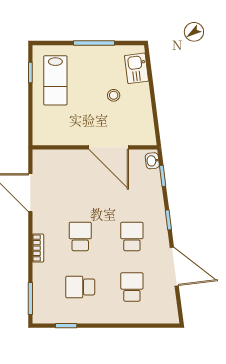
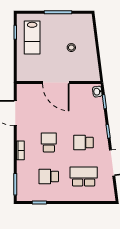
kitchen sink: (136, 68) -> (87, 29), removed
door: (109, 147) -> (56, 83), moved
school desk: (132, 236) -> (84, 143), turned -90
school desk: (132, 287) -> (84, 177), width x1.85

